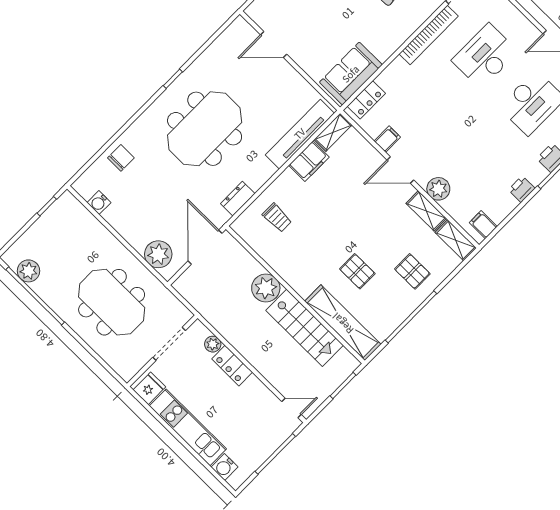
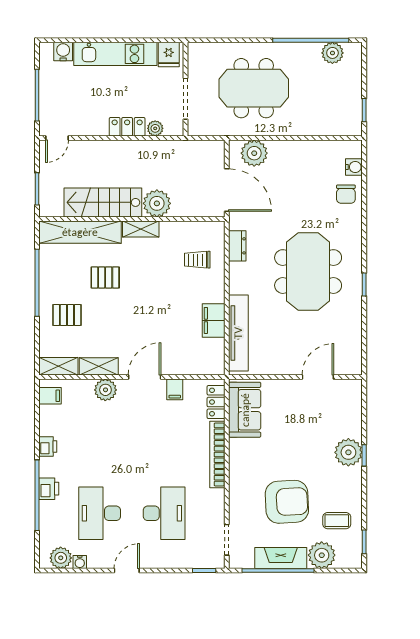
bookcase: (429, 35) -> (217, 454), moved
shelving: (333, 132) -> (141, 229), moved, turned 90
water cooler: (99, 203) -> (354, 167), moved, turned 90

